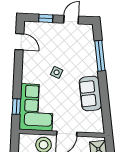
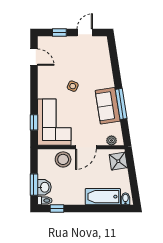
window: (100, 56) -> (121, 104), moved
plant: (93, 128) -> (111, 140), added

